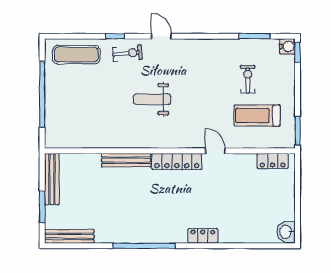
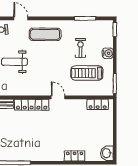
water cooler: (287, 46) -> (108, 53), moved
exercise mat: (196, 59) -> (45, 34), added
locker: (203, 236) -> (75, 156), moved

